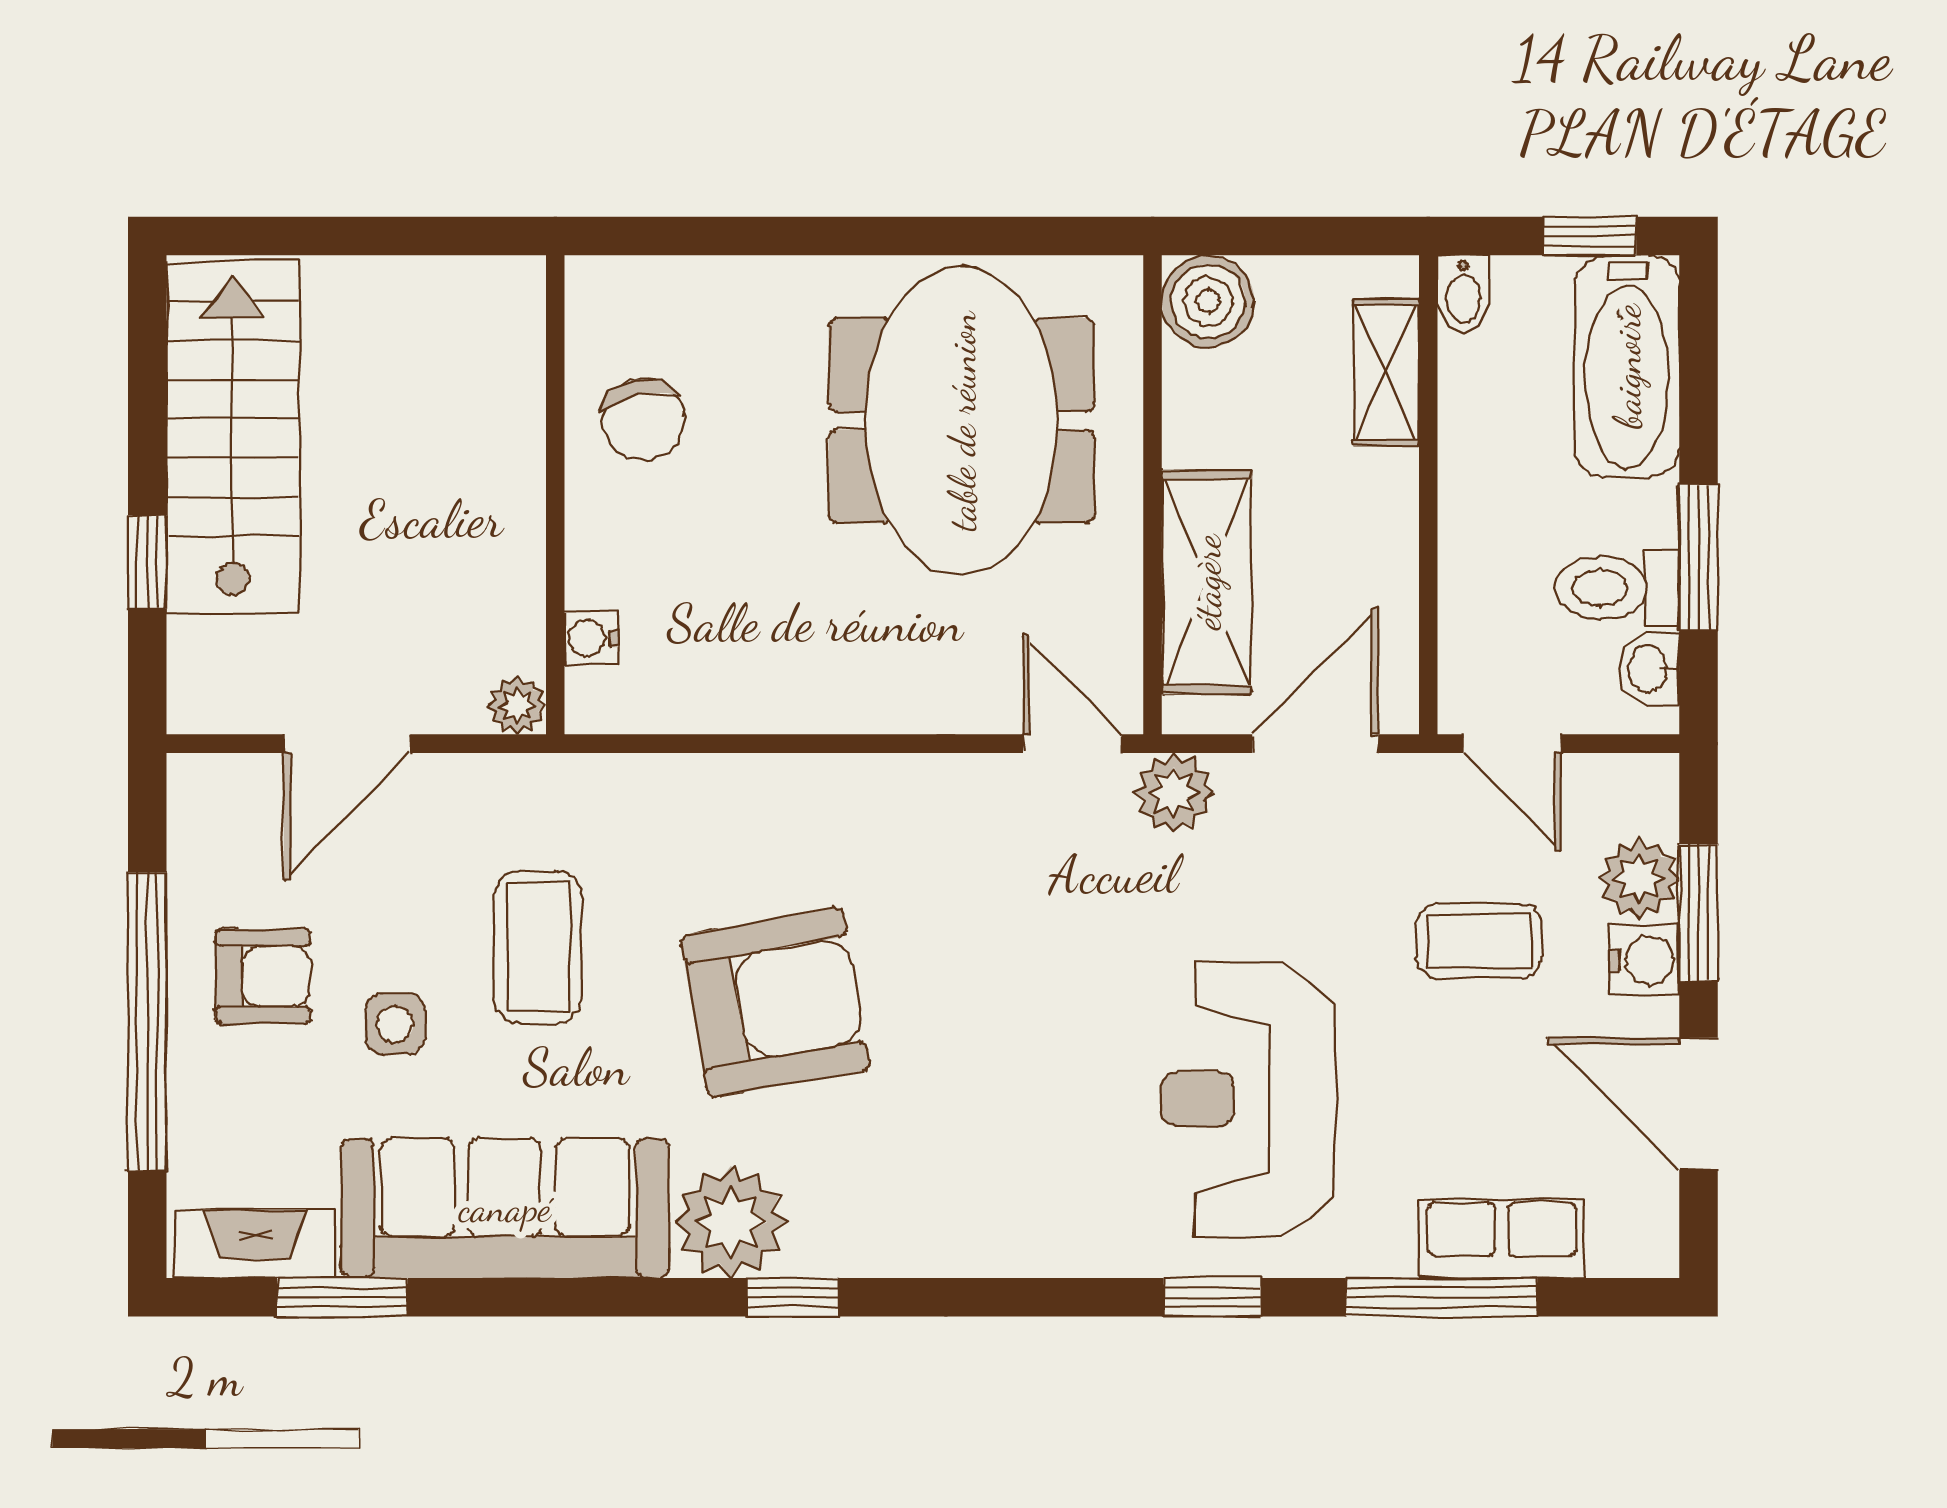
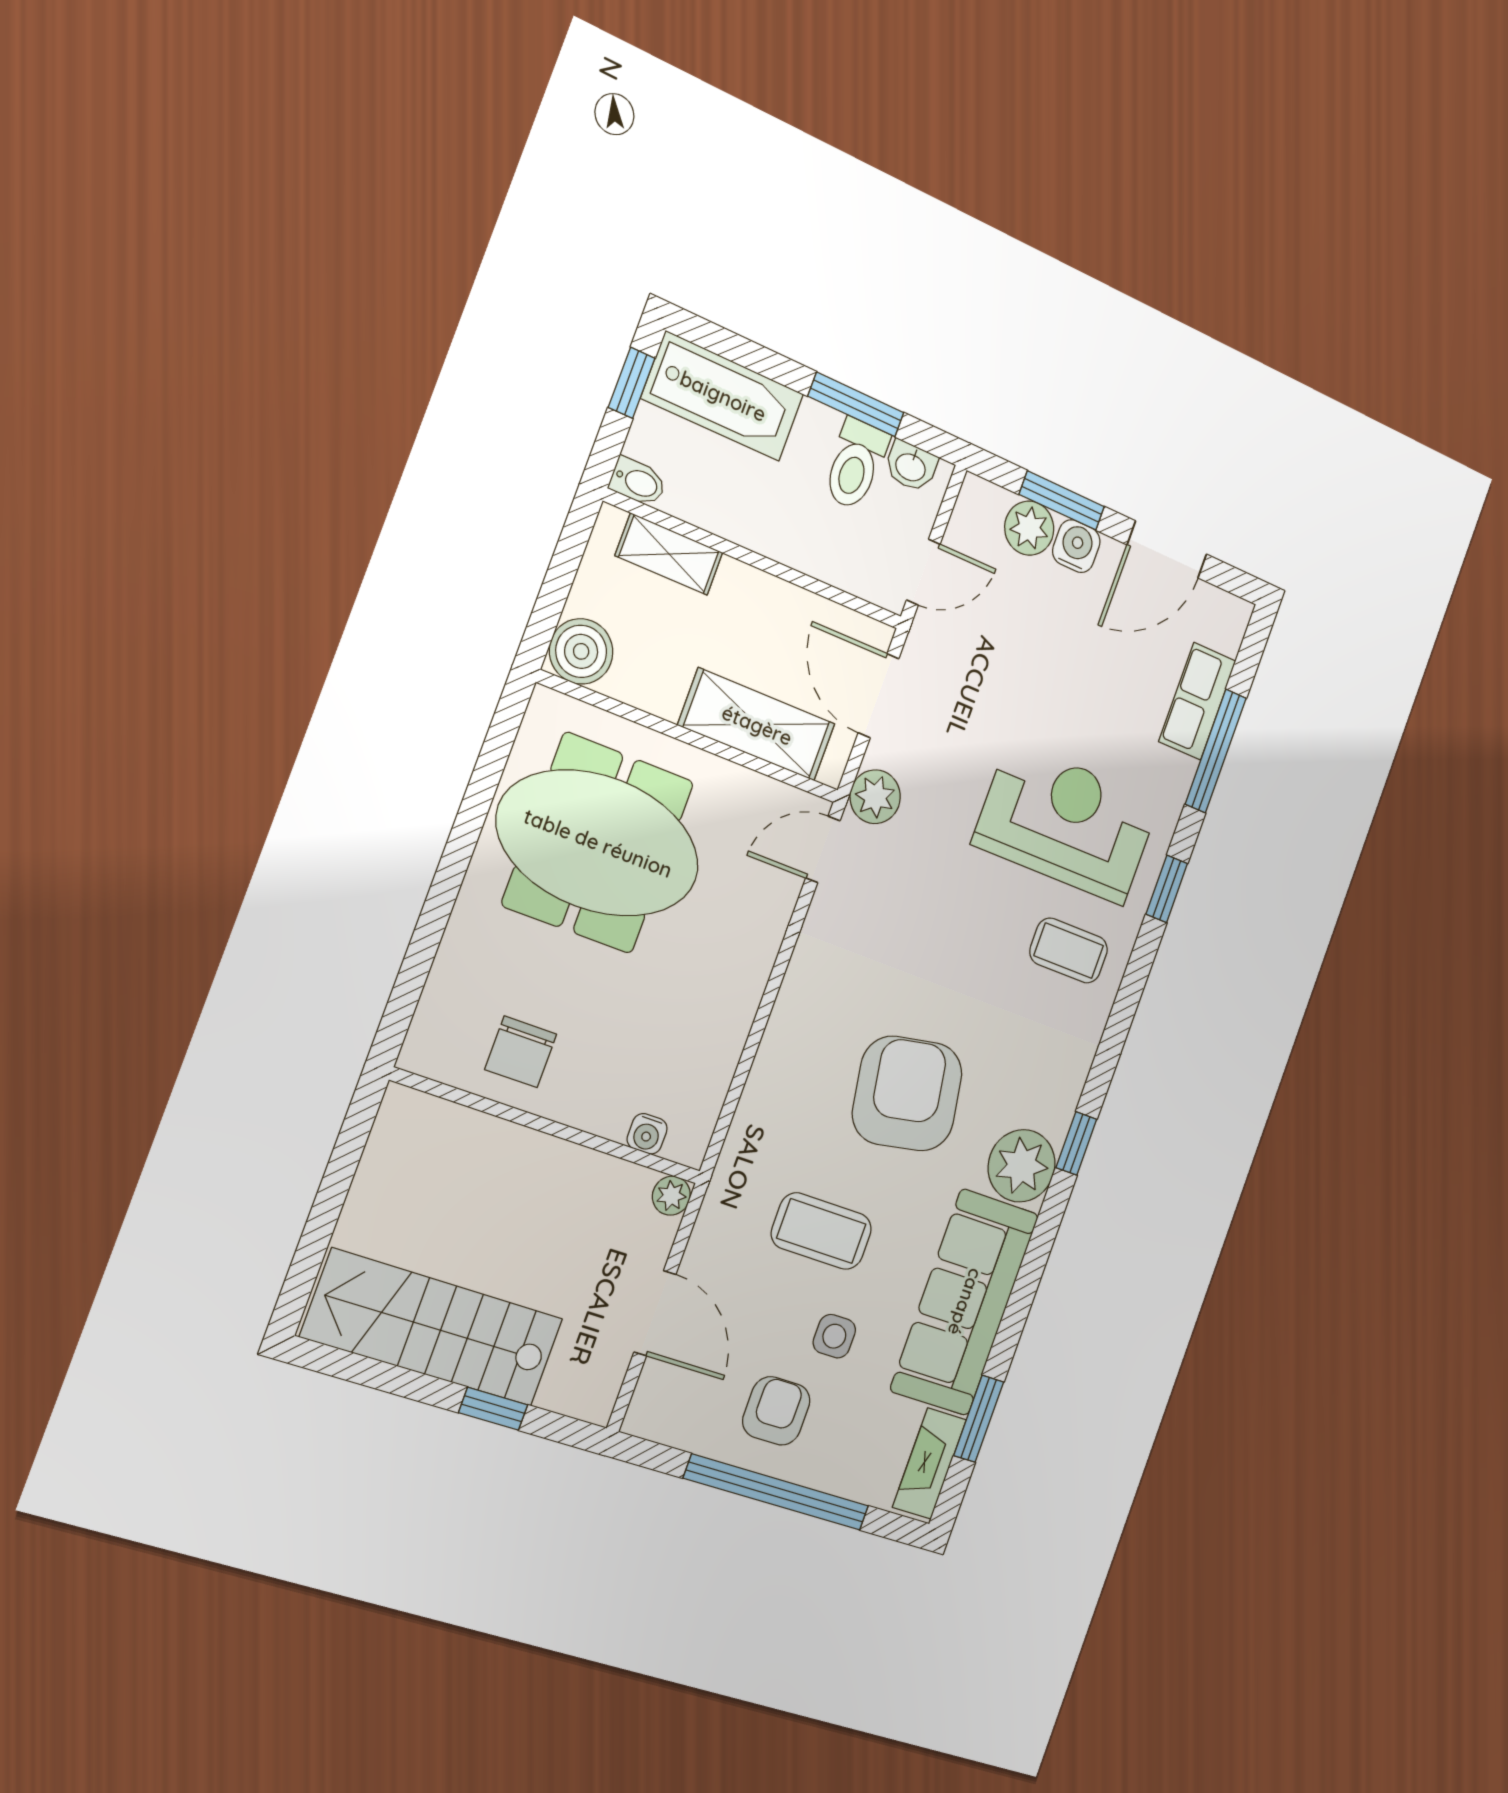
chair: (643, 419) -> (521, 1052), turned 102
coffee table: (1479, 941) -> (1069, 951), moved, turned 90
reception desk: (1248, 1099) -> (1066, 823), turned 180

